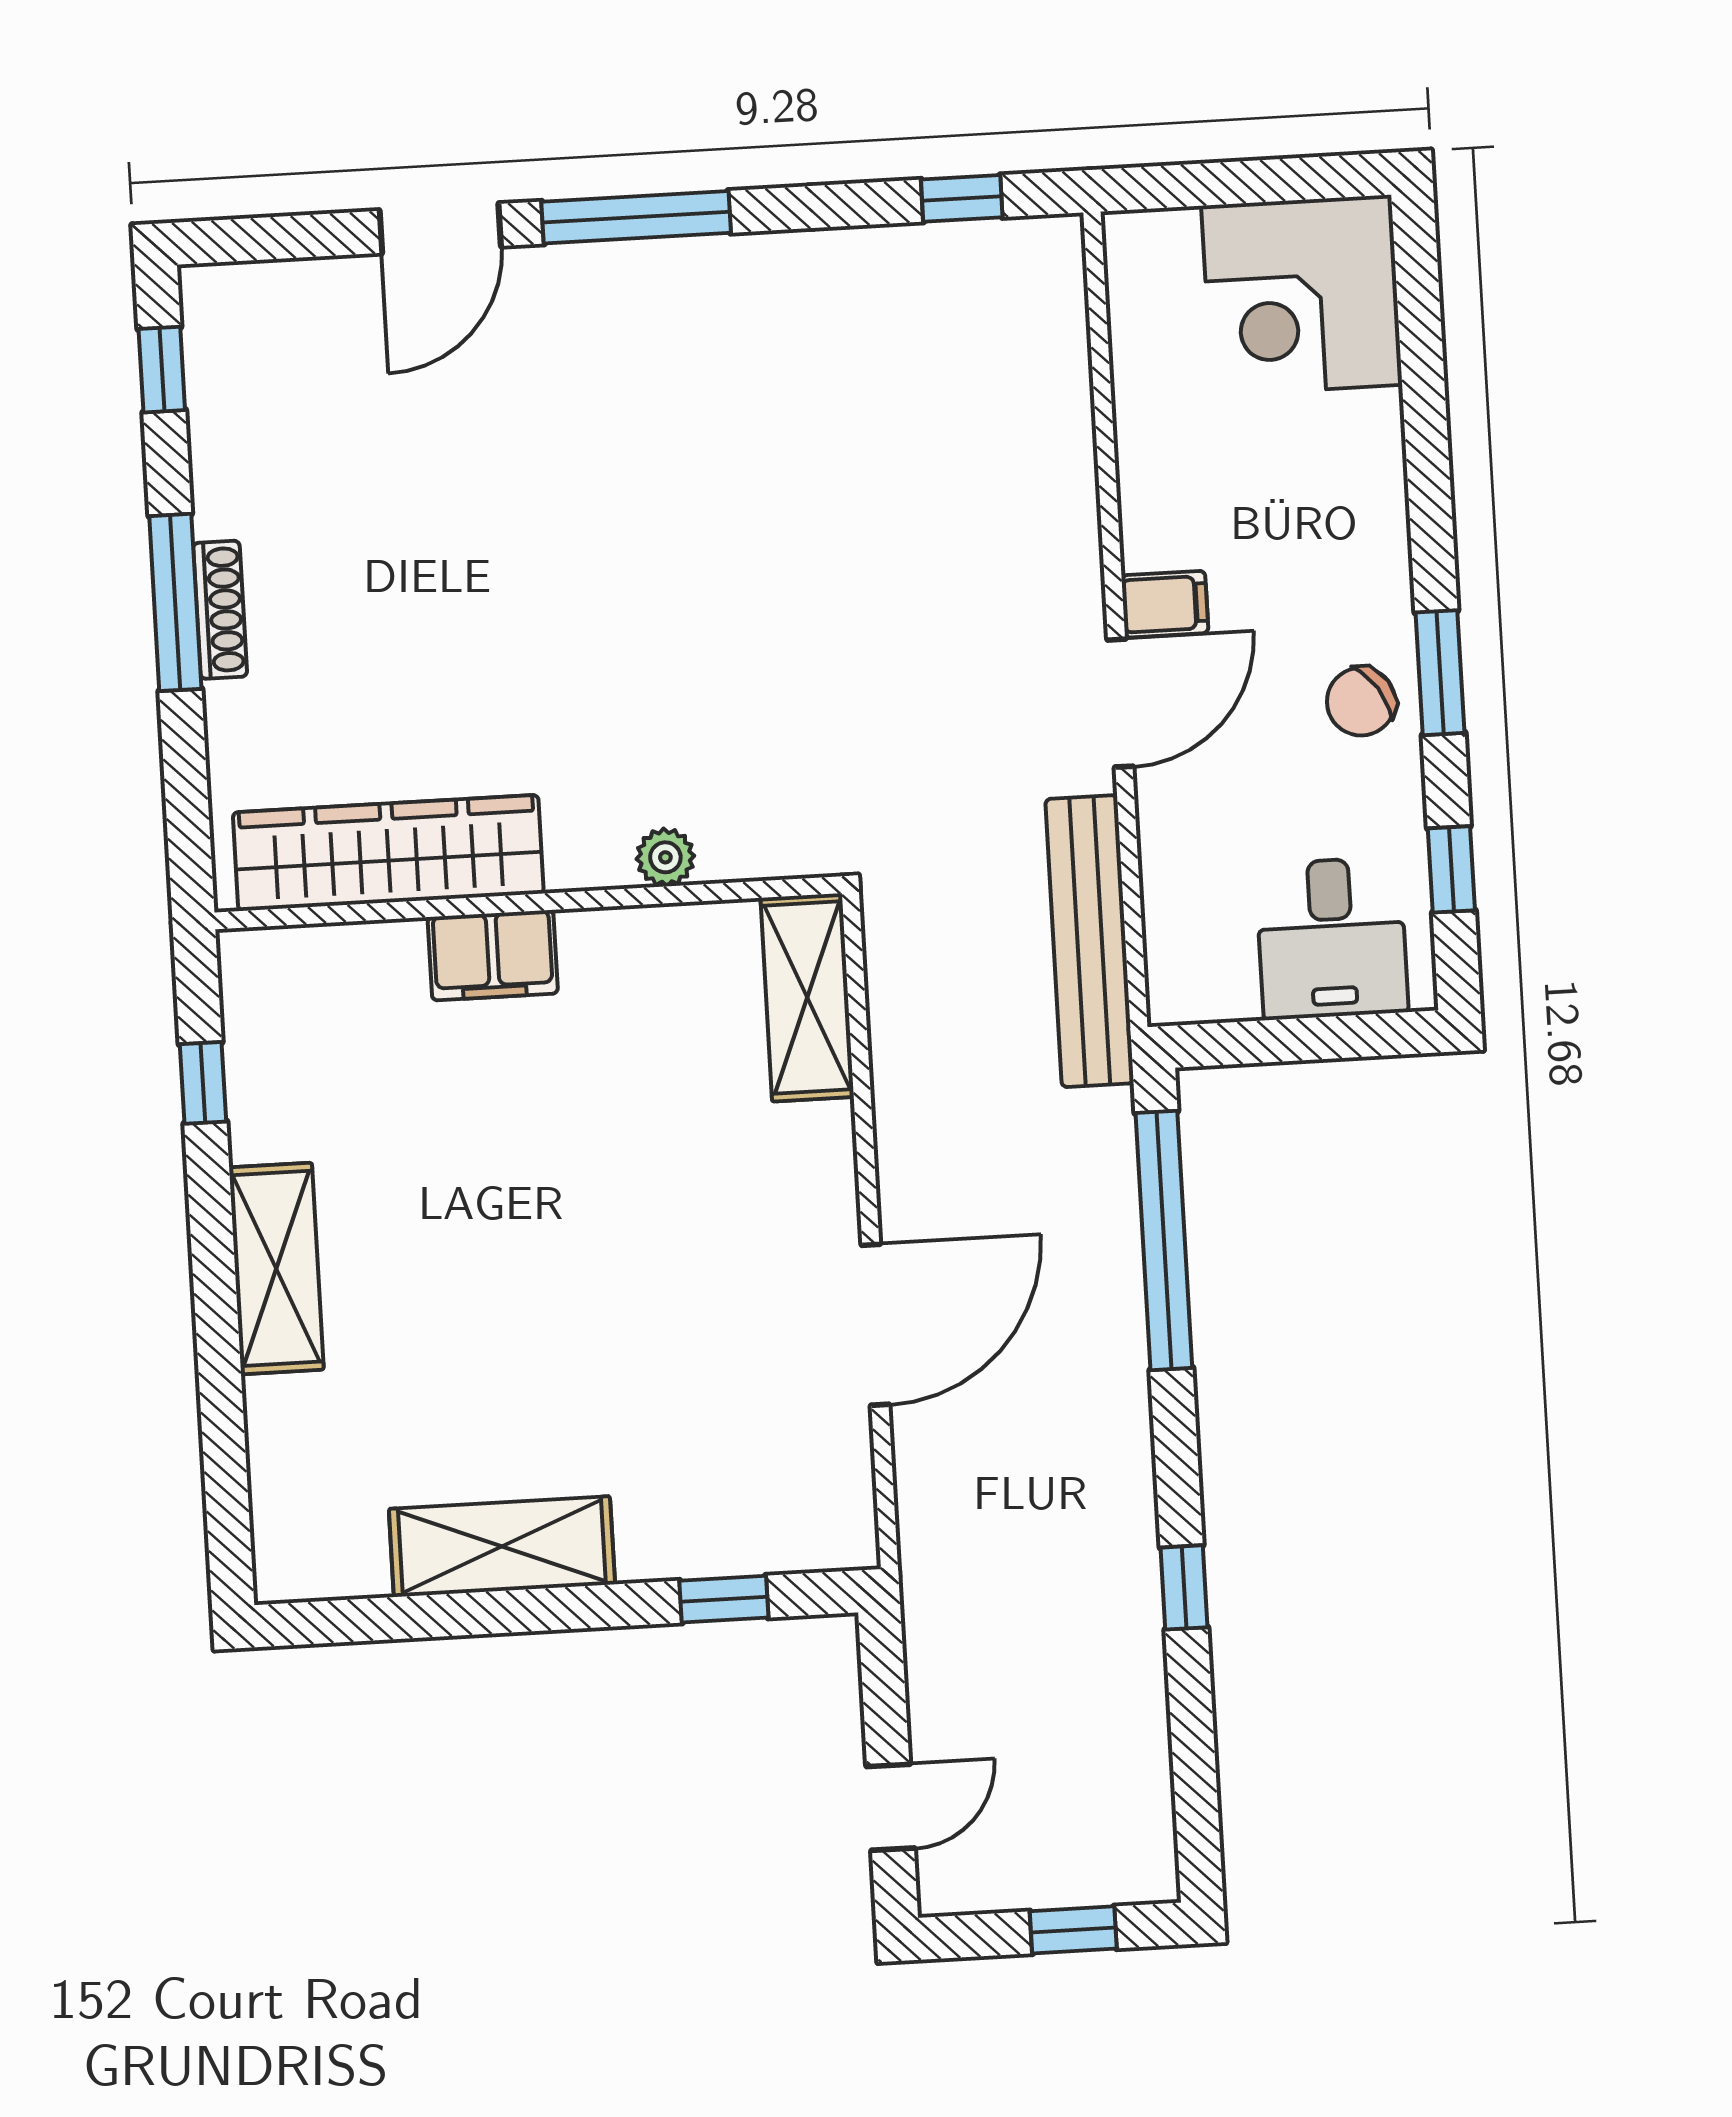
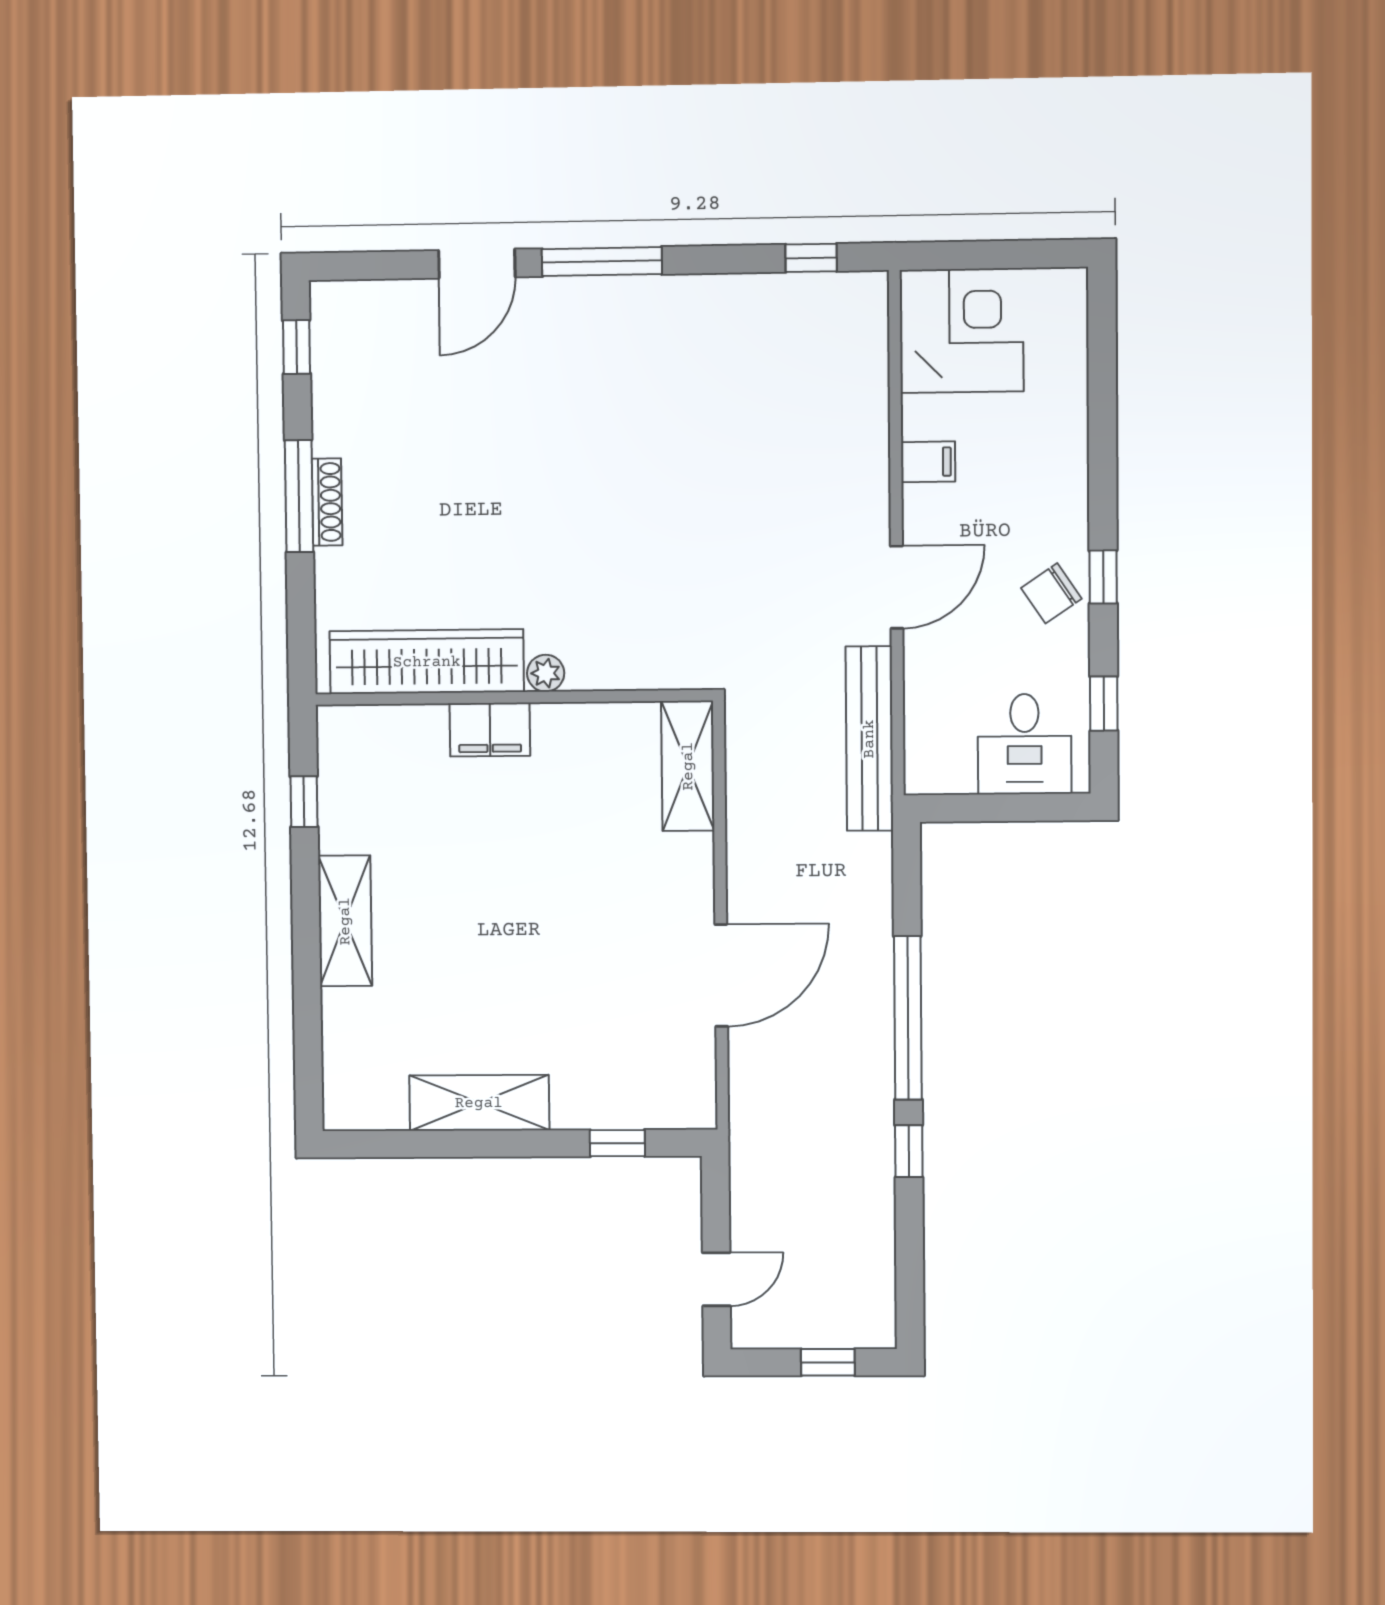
corner desk: (1302, 295) -> (962, 331), moved, turned 180
filing cabinet: (1165, 604) -> (928, 462), moved
window: (1440, 673) -> (1103, 577), width x0.67
plant: (665, 857) -> (546, 673), moved
window: (1164, 1240) -> (908, 1018), moved

